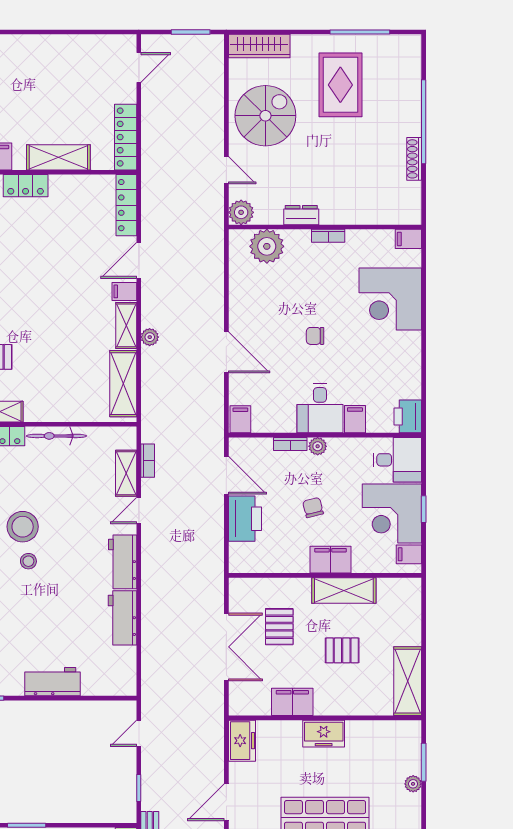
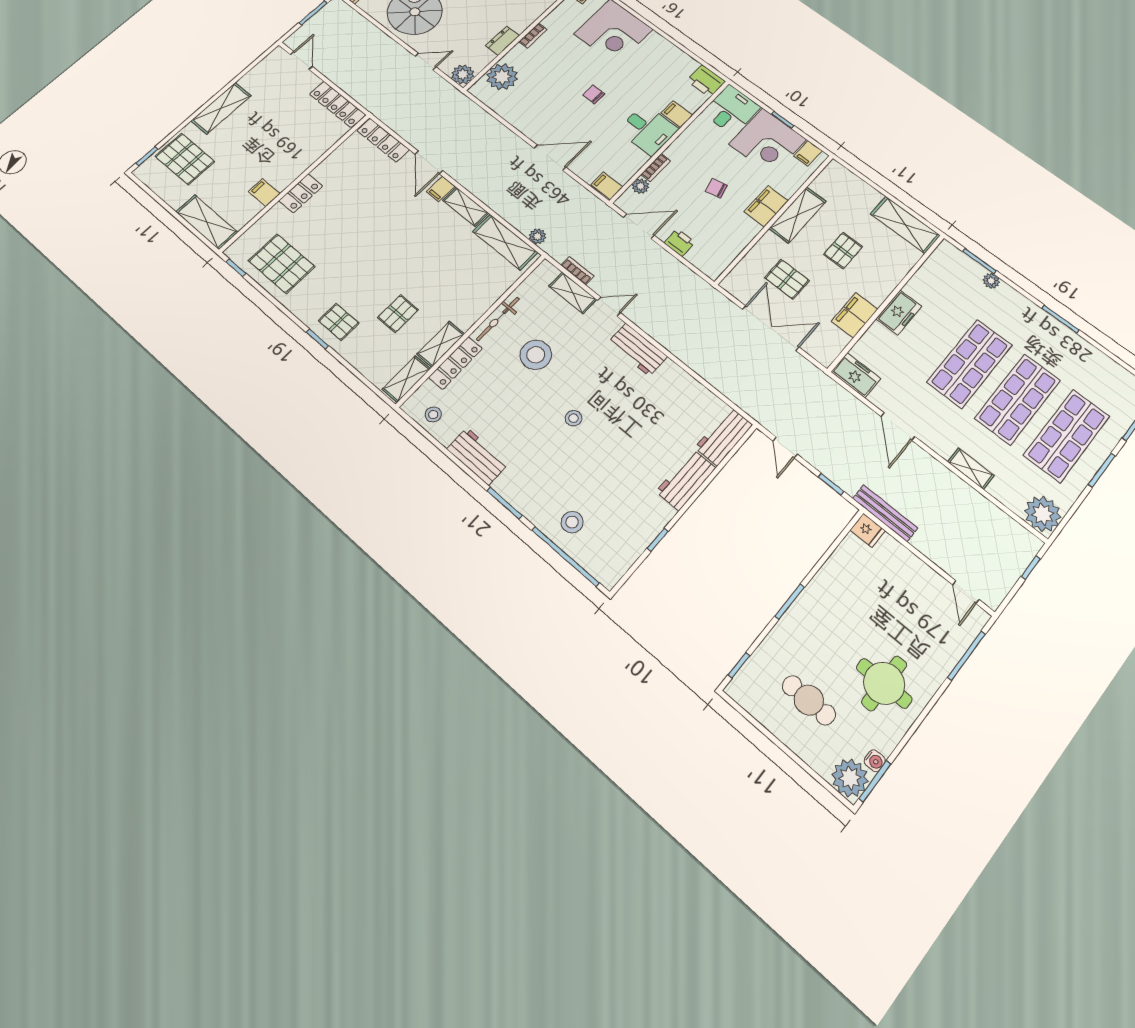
shelving: (58, 157) -> (221, 108), moved
chair: (315, 336) -> (594, 94), turned 90
plant: (150, 337) -> (537, 236), moved
plant: (318, 446) -> (640, 186), moved
door: (139, 511) -> (609, 307), swing flipped
printer: (245, 519) -> (680, 243), width x0.53, depth x0.68
stool: (23, 527) -> (536, 355), moved
workbench: (123, 618) -> (724, 436), moved, turned 90

